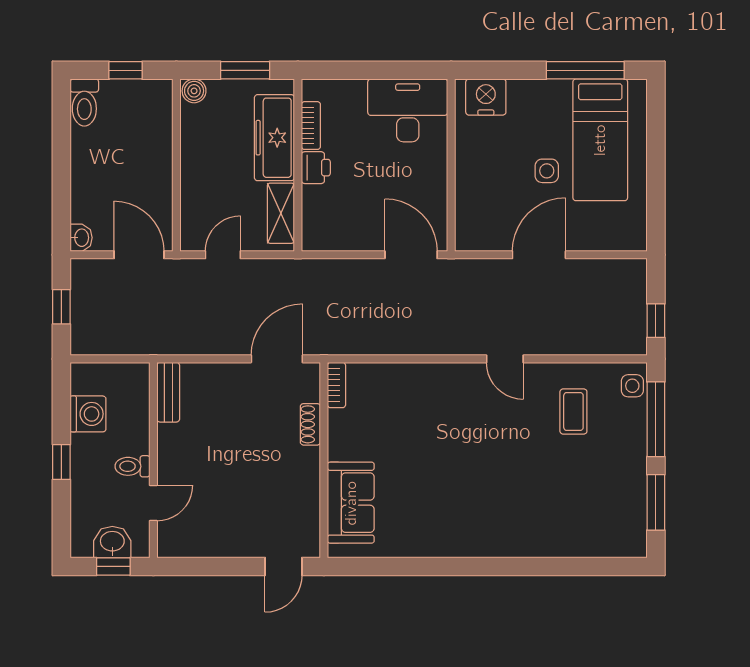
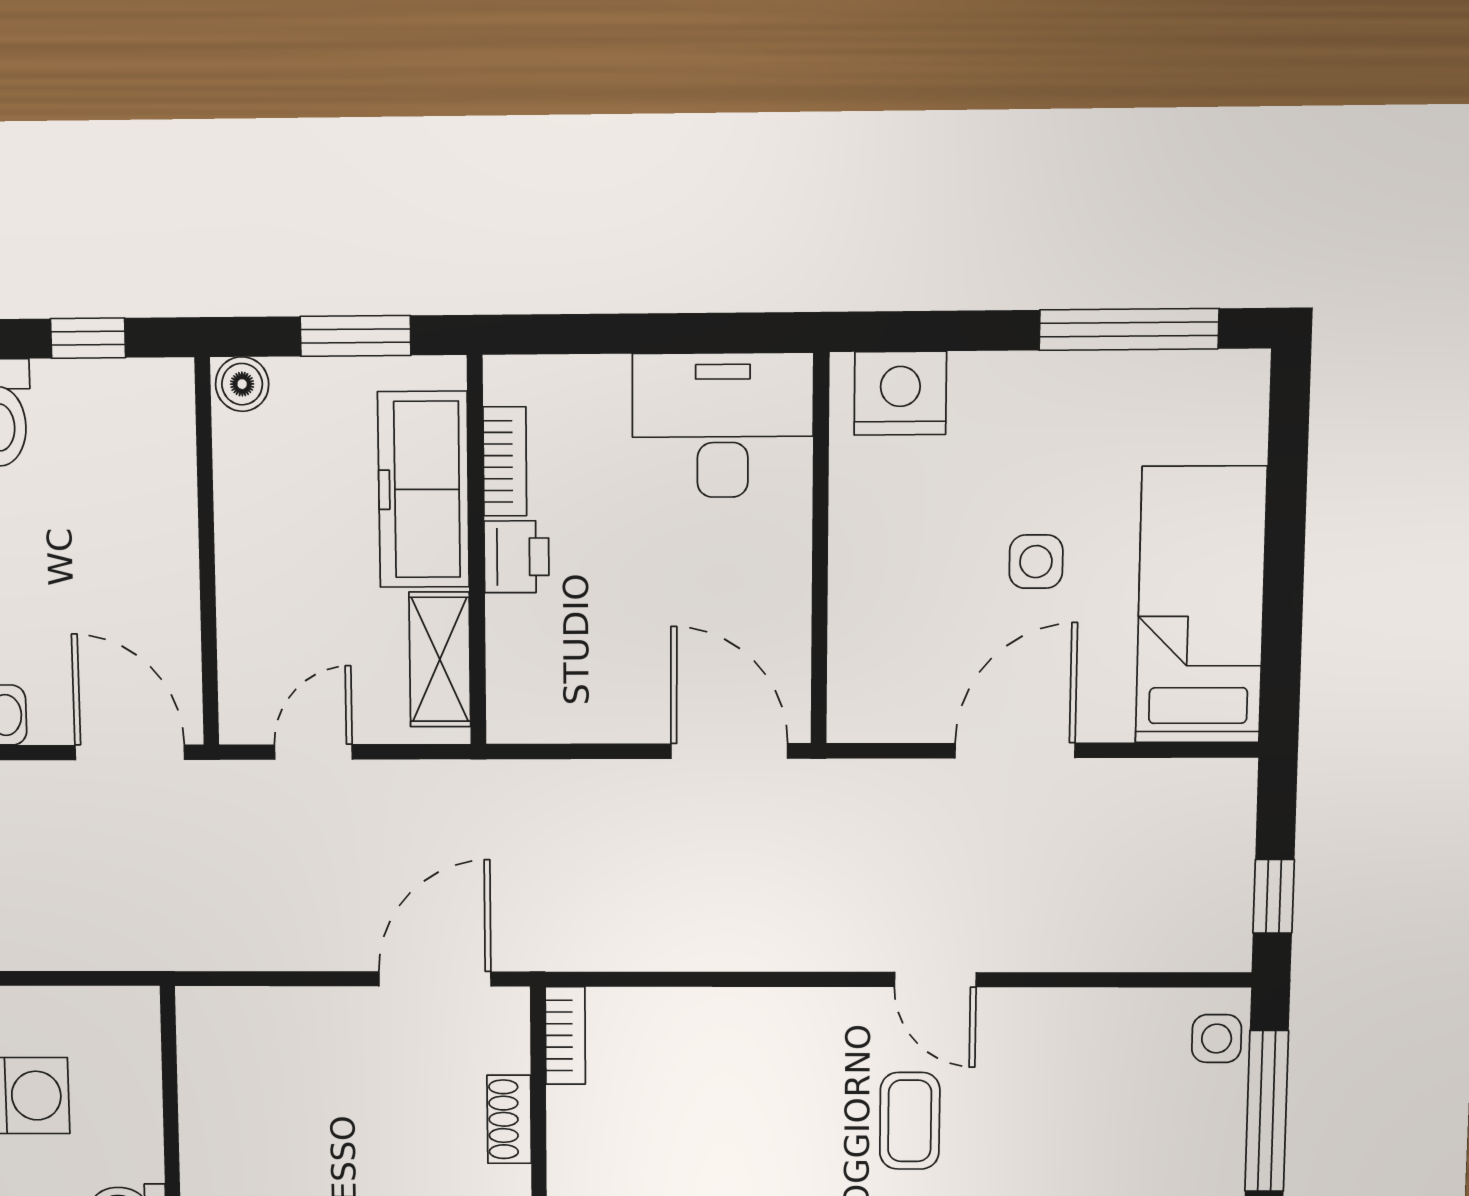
bed: (600, 140) -> (1201, 605), moved, turned 180
bench: (168, 392) -> (201, 1050), removed
coffee table: (573, 411) -> (910, 1121), moved

